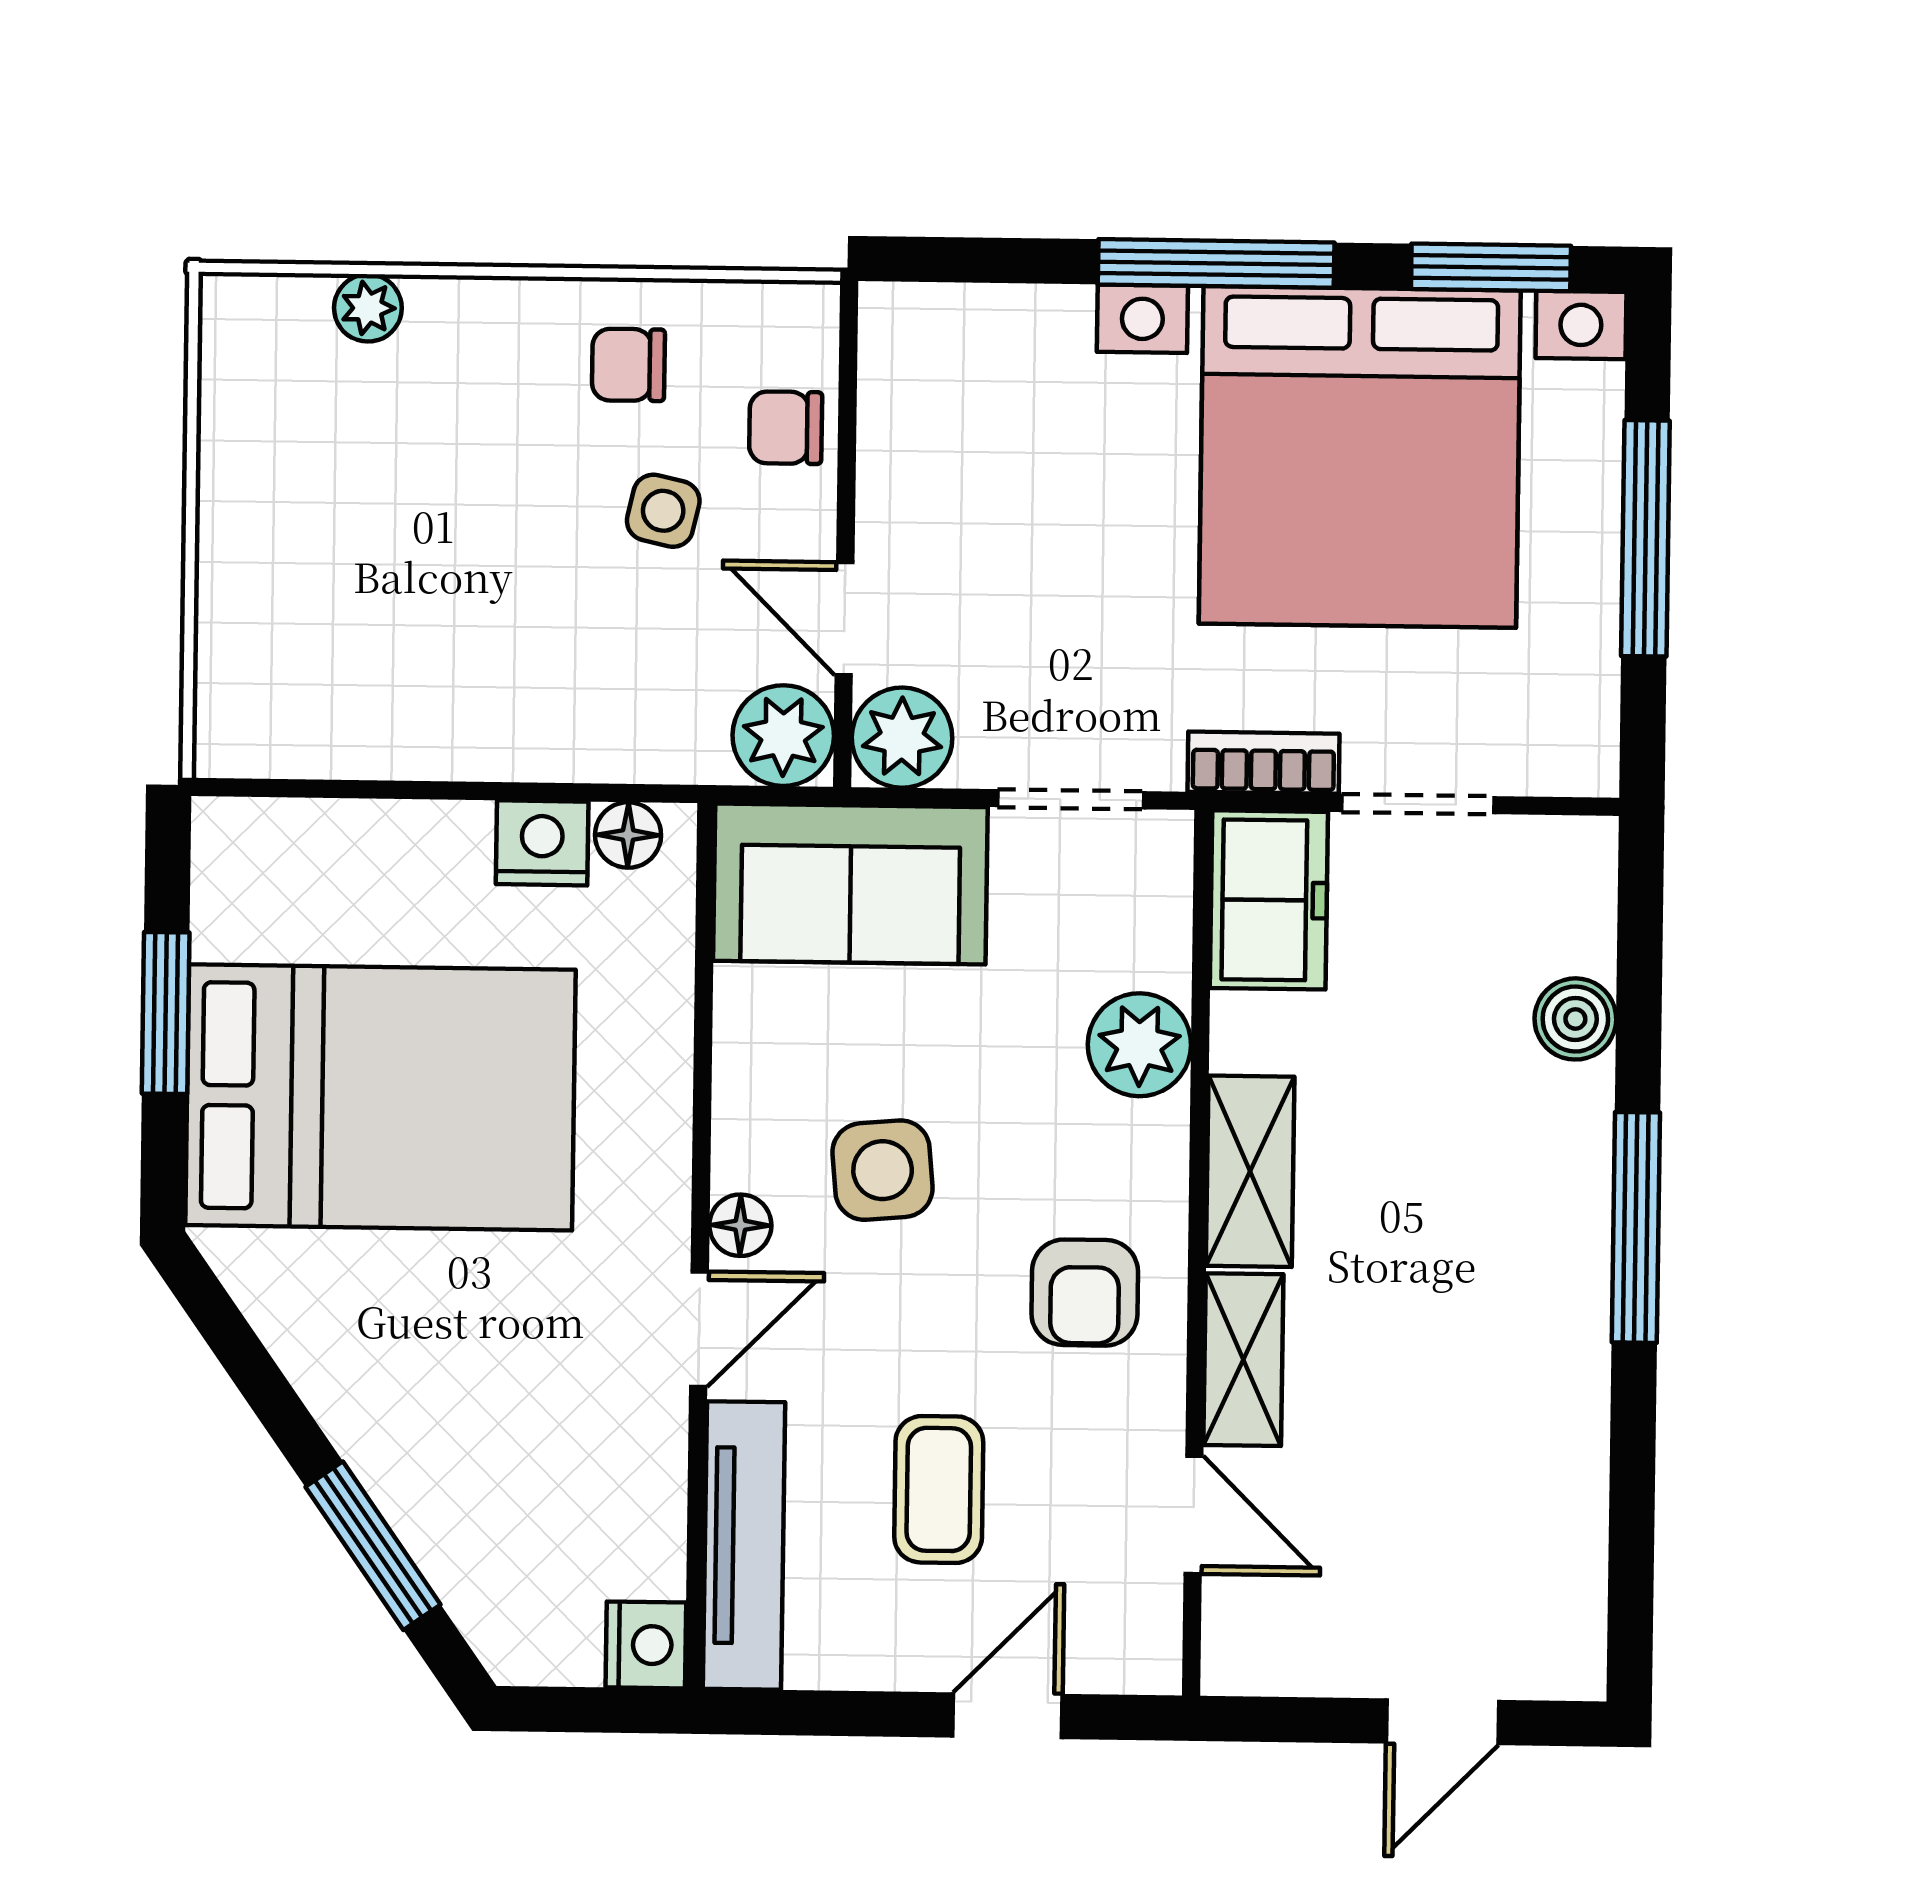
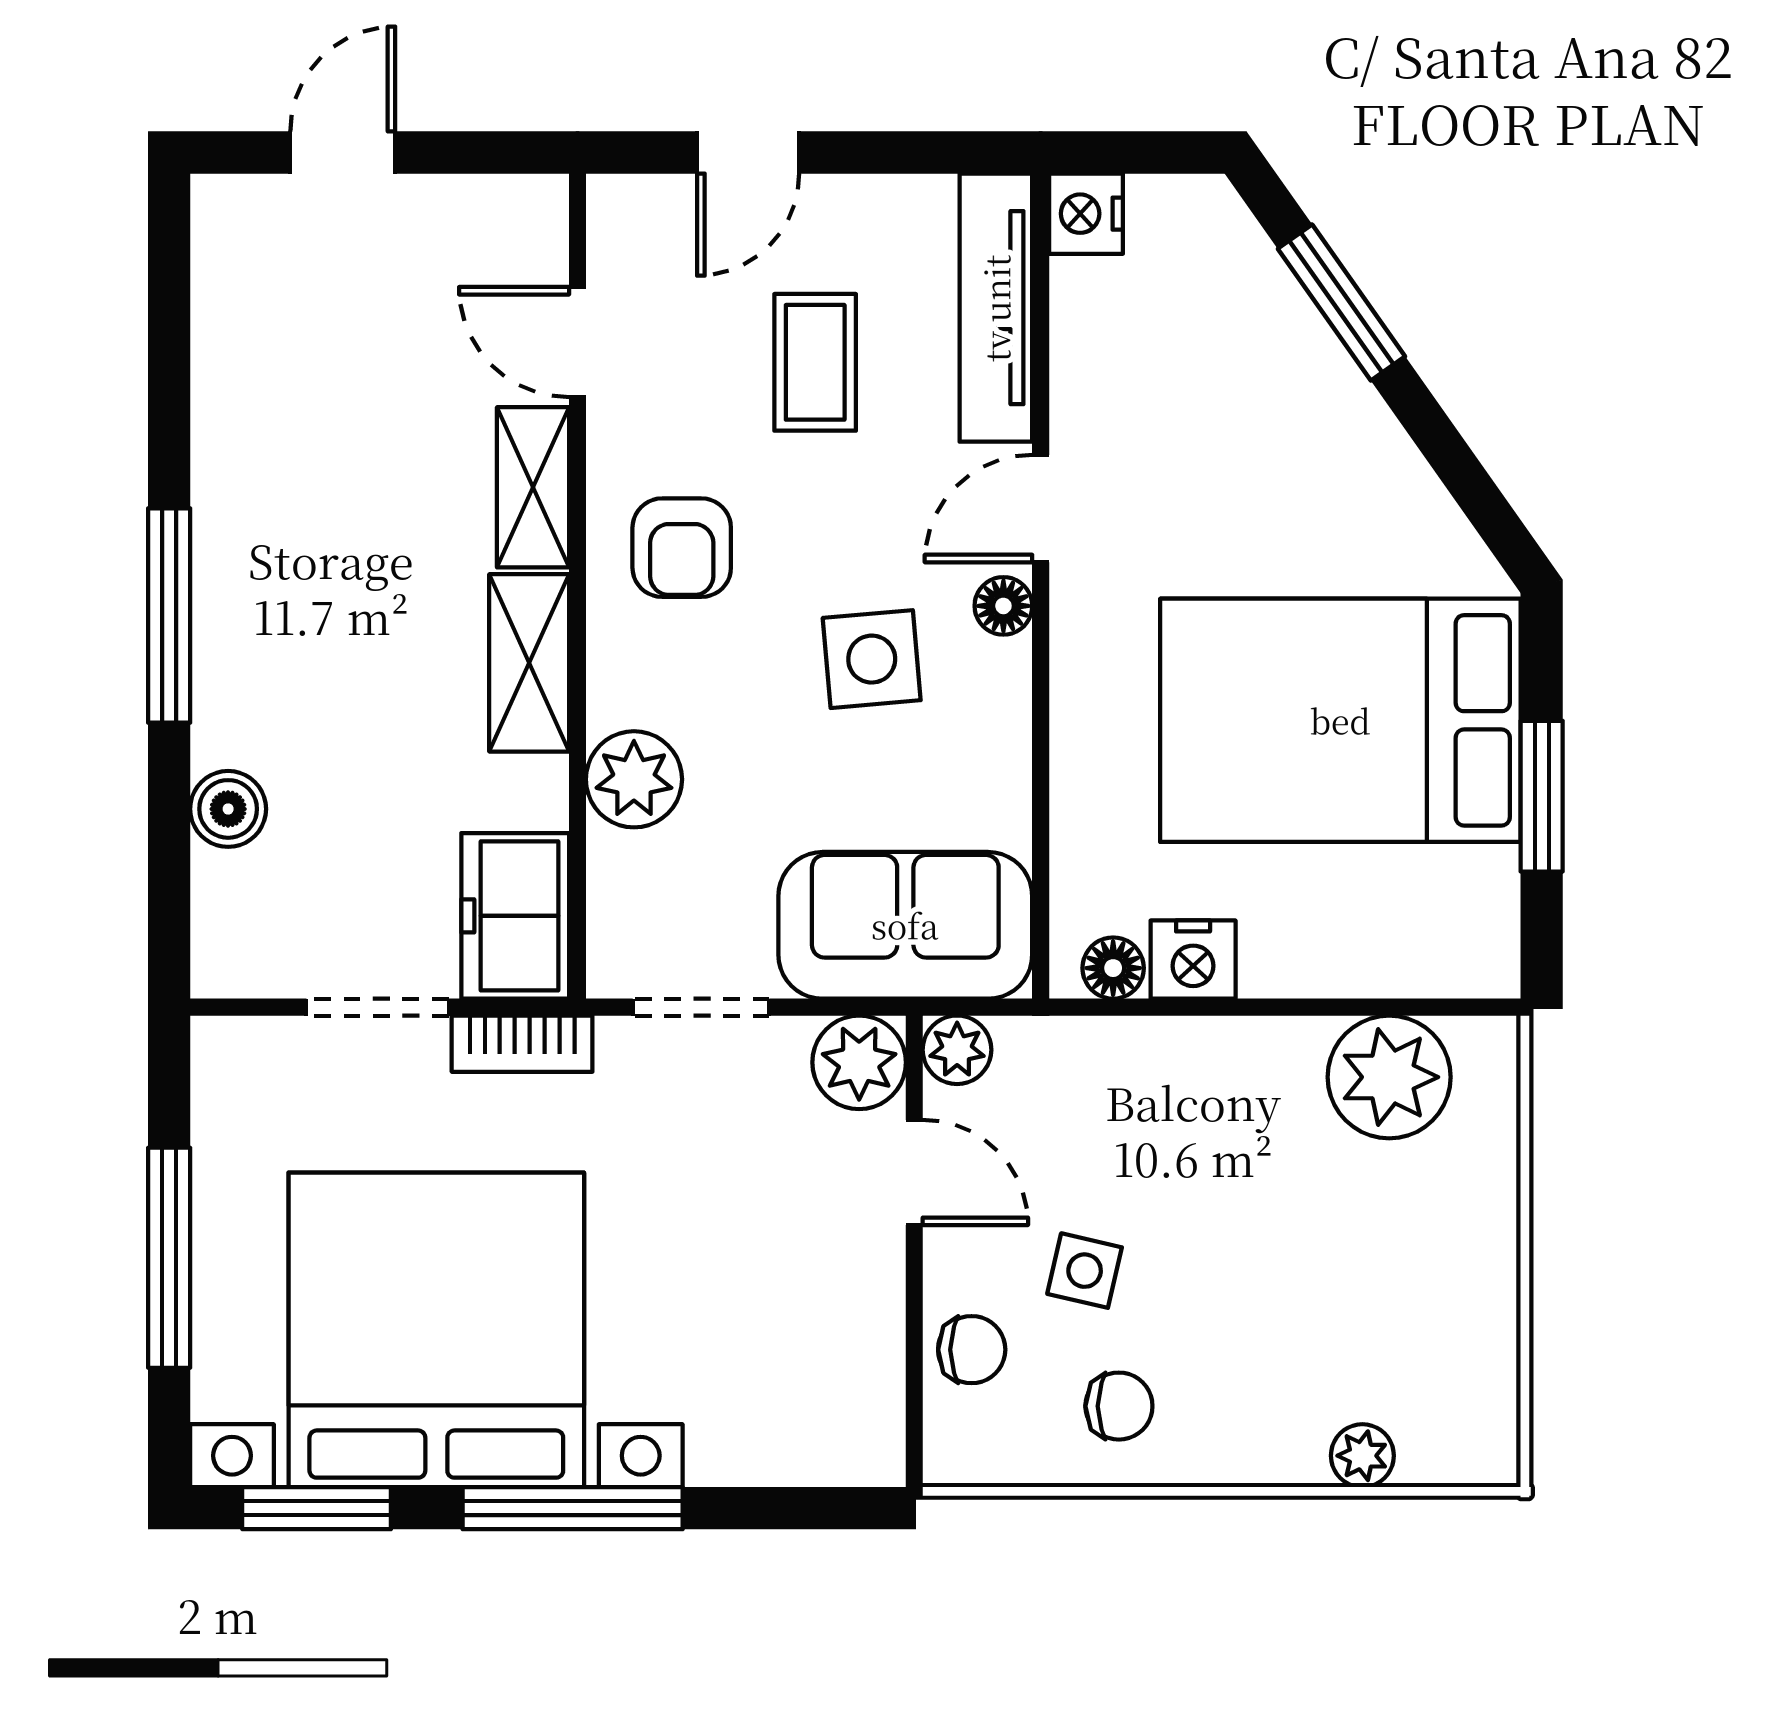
plant: (333, 714) -> (1389, 1077), added
plant: (783, 736) -> (957, 1050), width x0.73, depth x0.73
armchair: (1085, 1293) -> (682, 548), turned 180

